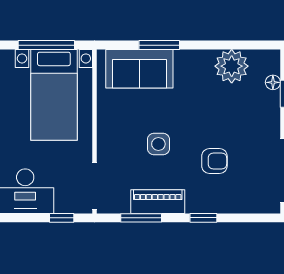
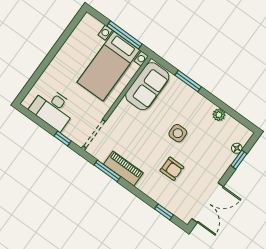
plant: (232, 66) -> (219, 115), width x0.53, depth x0.53
sofa: (139, 69) -> (147, 86), moved, turned -90
side table: (158, 144) -> (178, 133), moved
window: (203, 218) -> (164, 212), moved

